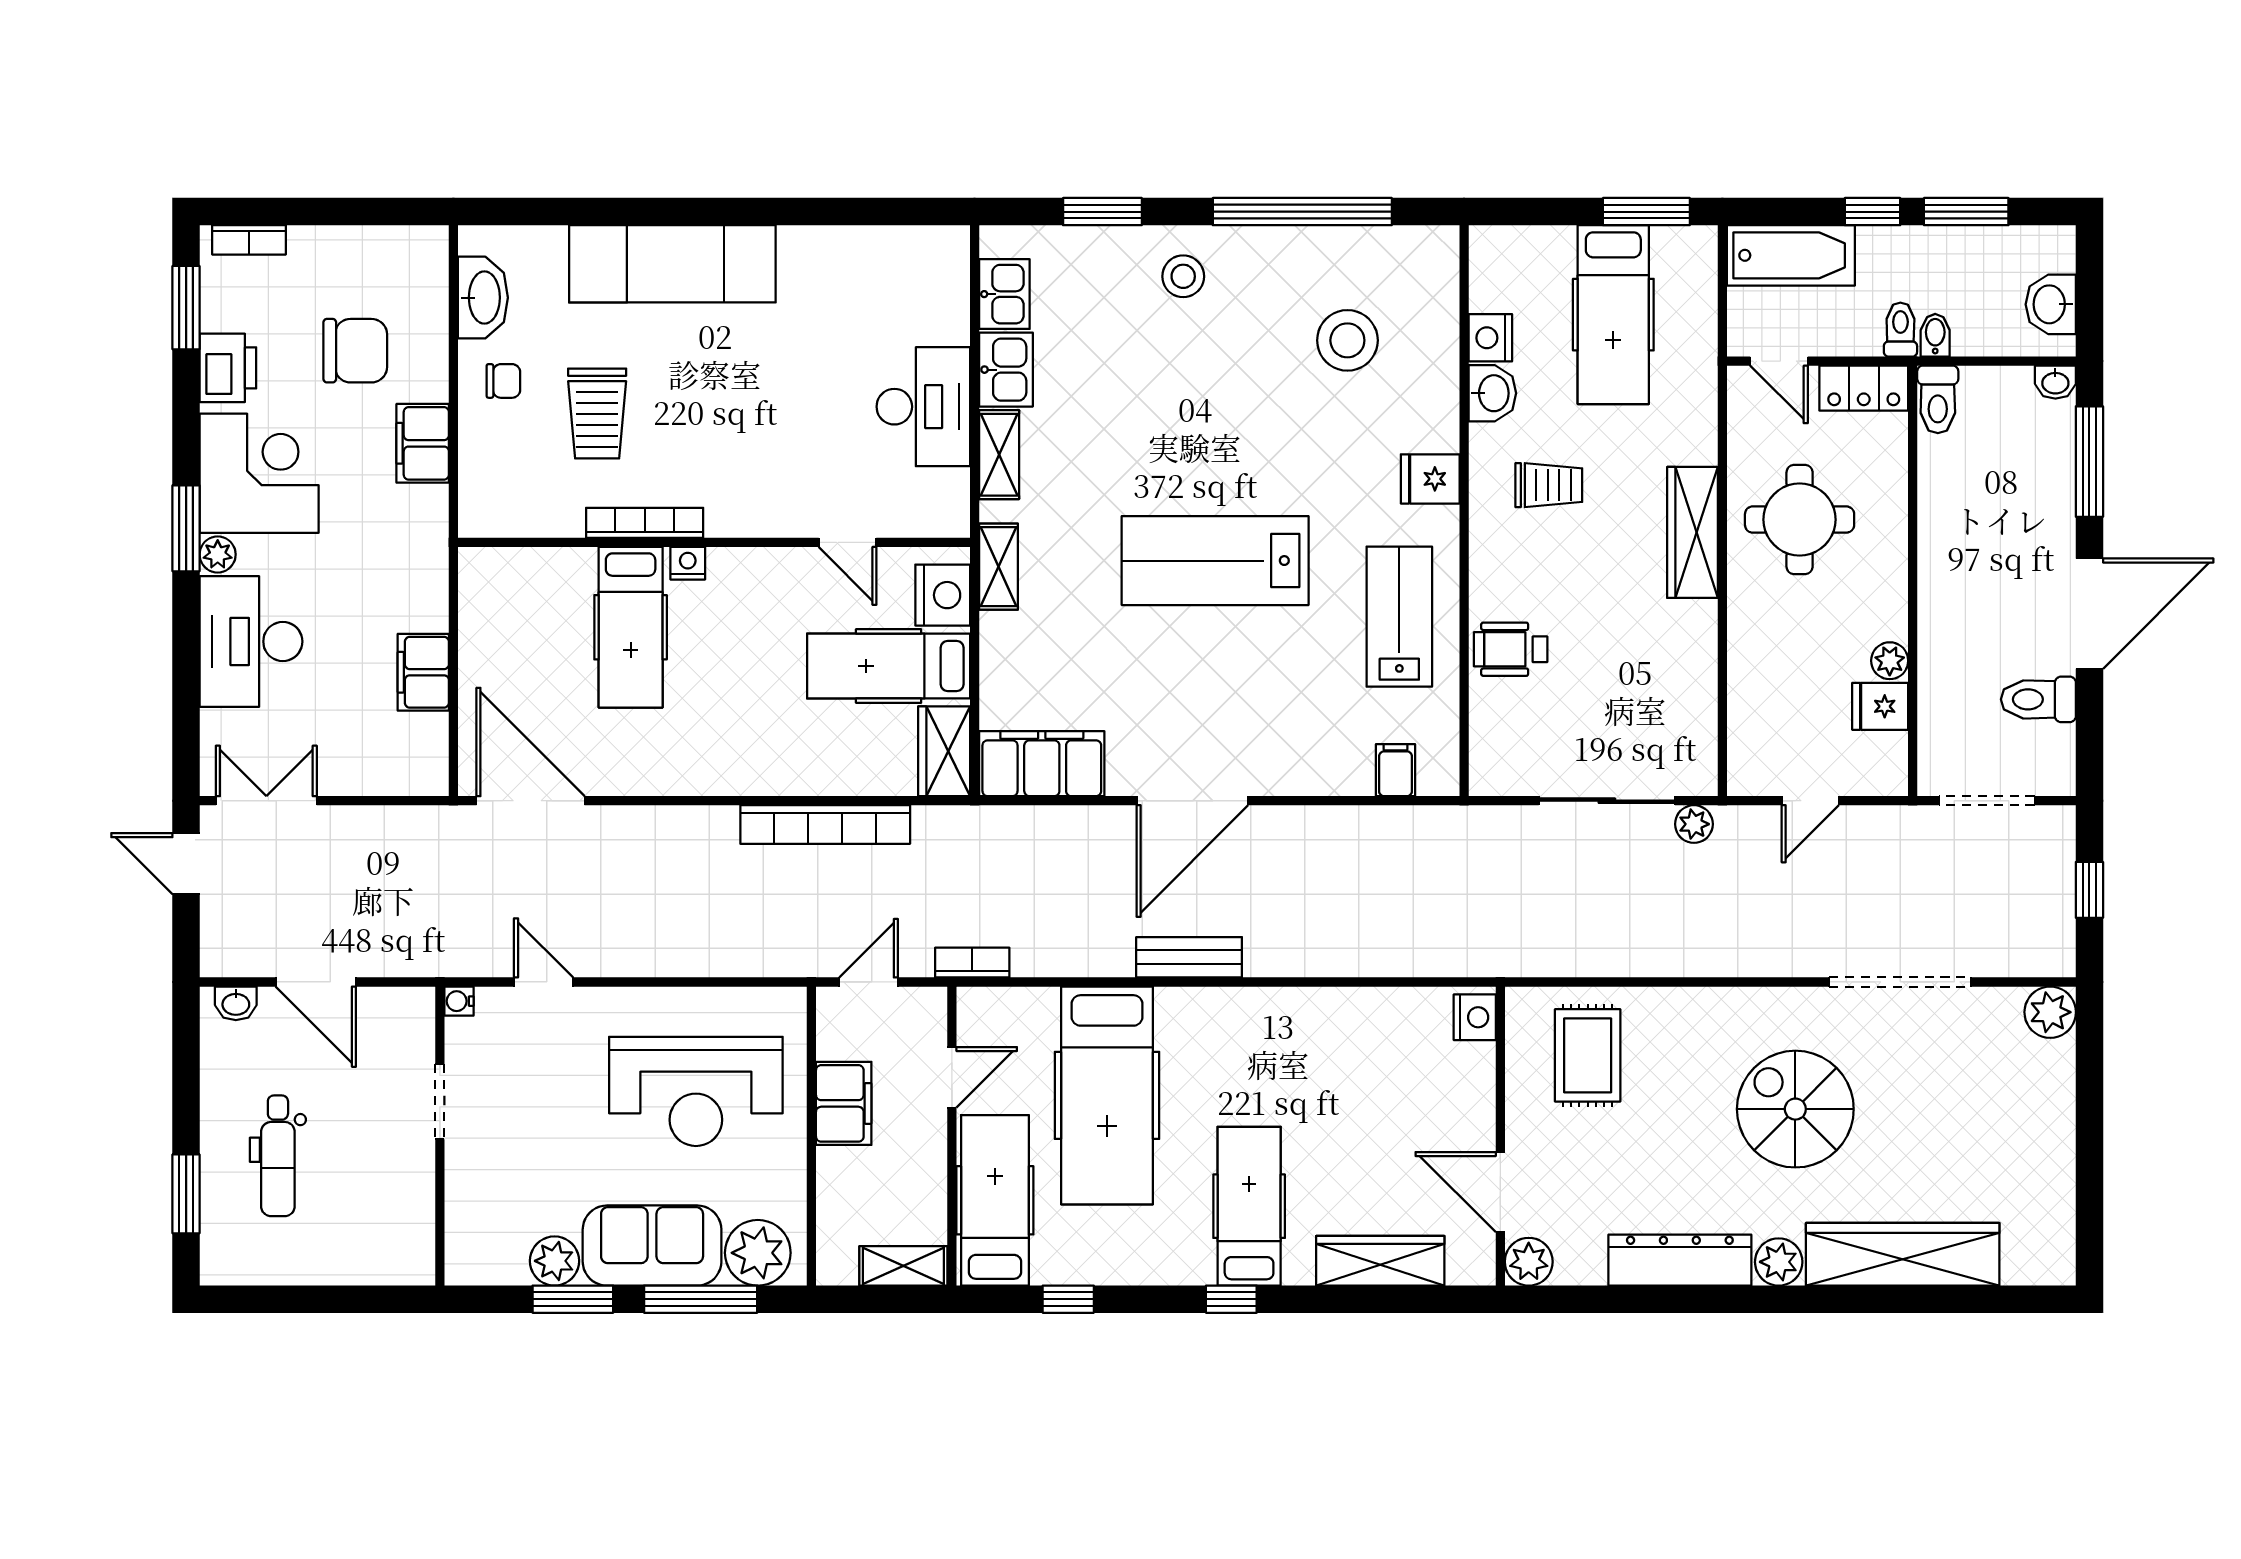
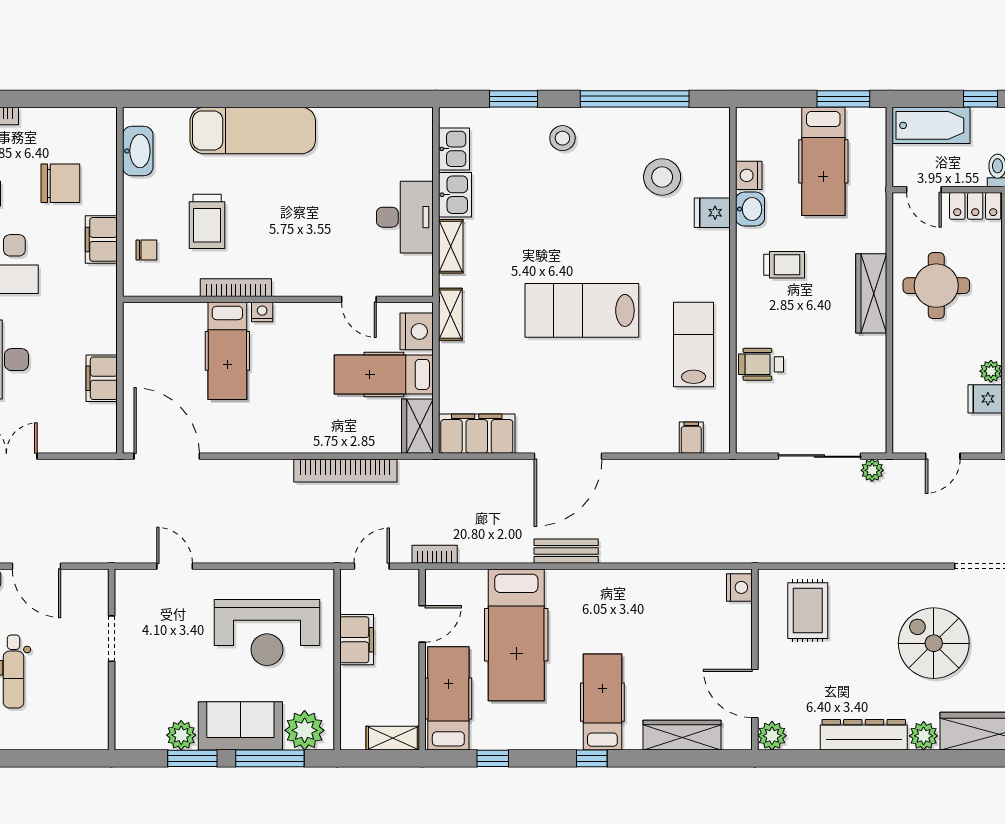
chair: (503, 381) -> (146, 250), moved
fridge: (1430, 479) -> (712, 213), moved
water cooler: (459, 1001) -> (123, 578), removed

